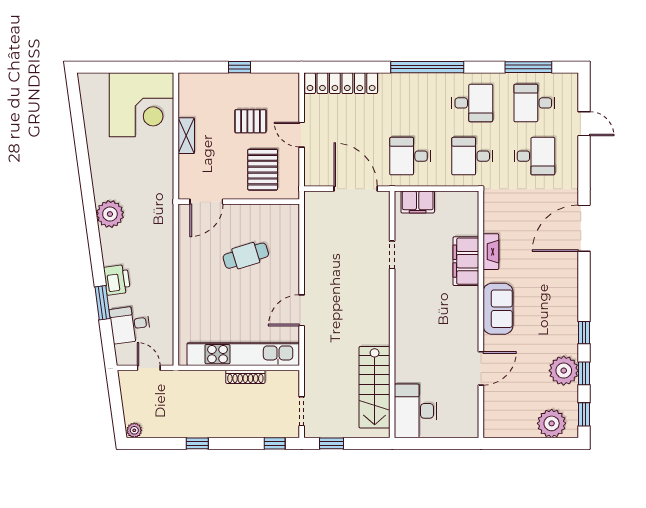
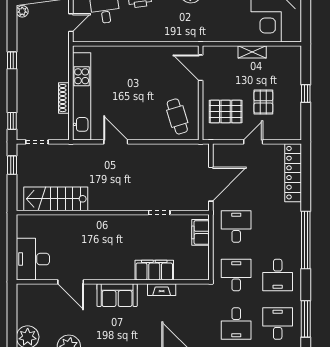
cafe table: (246, 256) -> (177, 116), moved
desk: (416, 411) -> (33, 259), moved, turned -90

